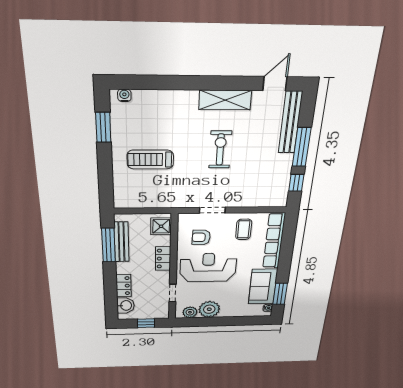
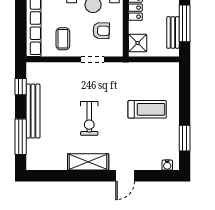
door: (275, 84) -> (125, 176), moved
bench: (290, 123) -> (33, 111), moved
window: (302, 147) -> (21, 137), moved
bench: (121, 242) -> (173, 32), width x0.73

